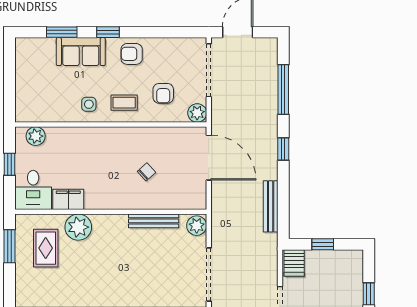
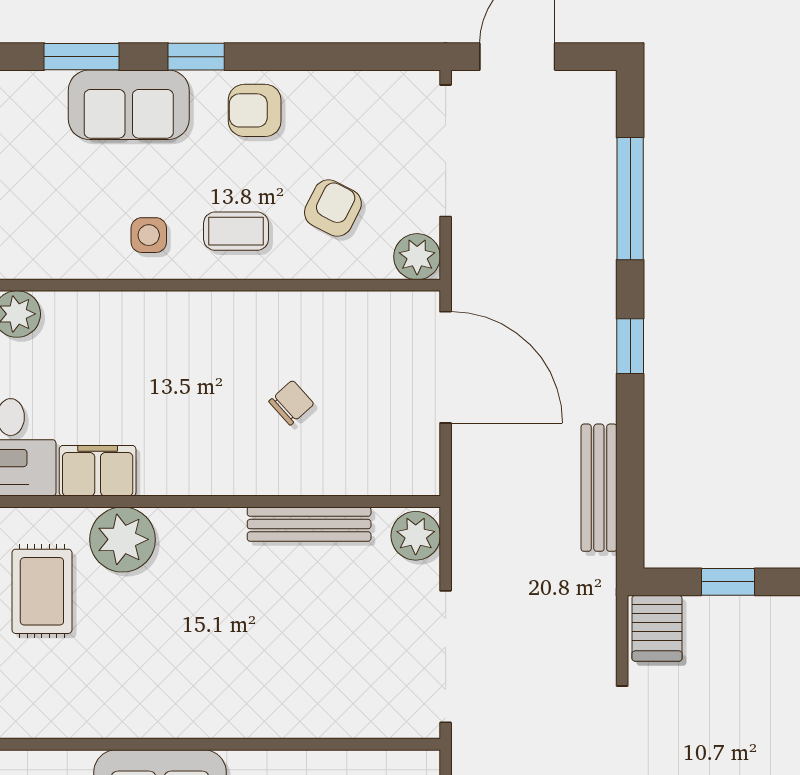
armchair: (163, 93) -> (333, 208), turned -153

